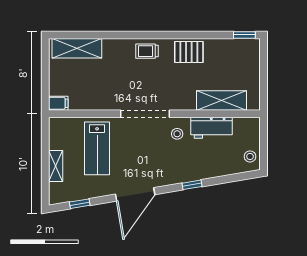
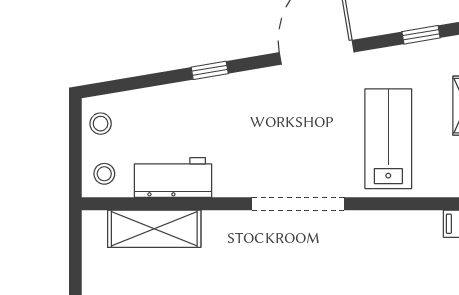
stool: (177, 134) -> (104, 174), moved

